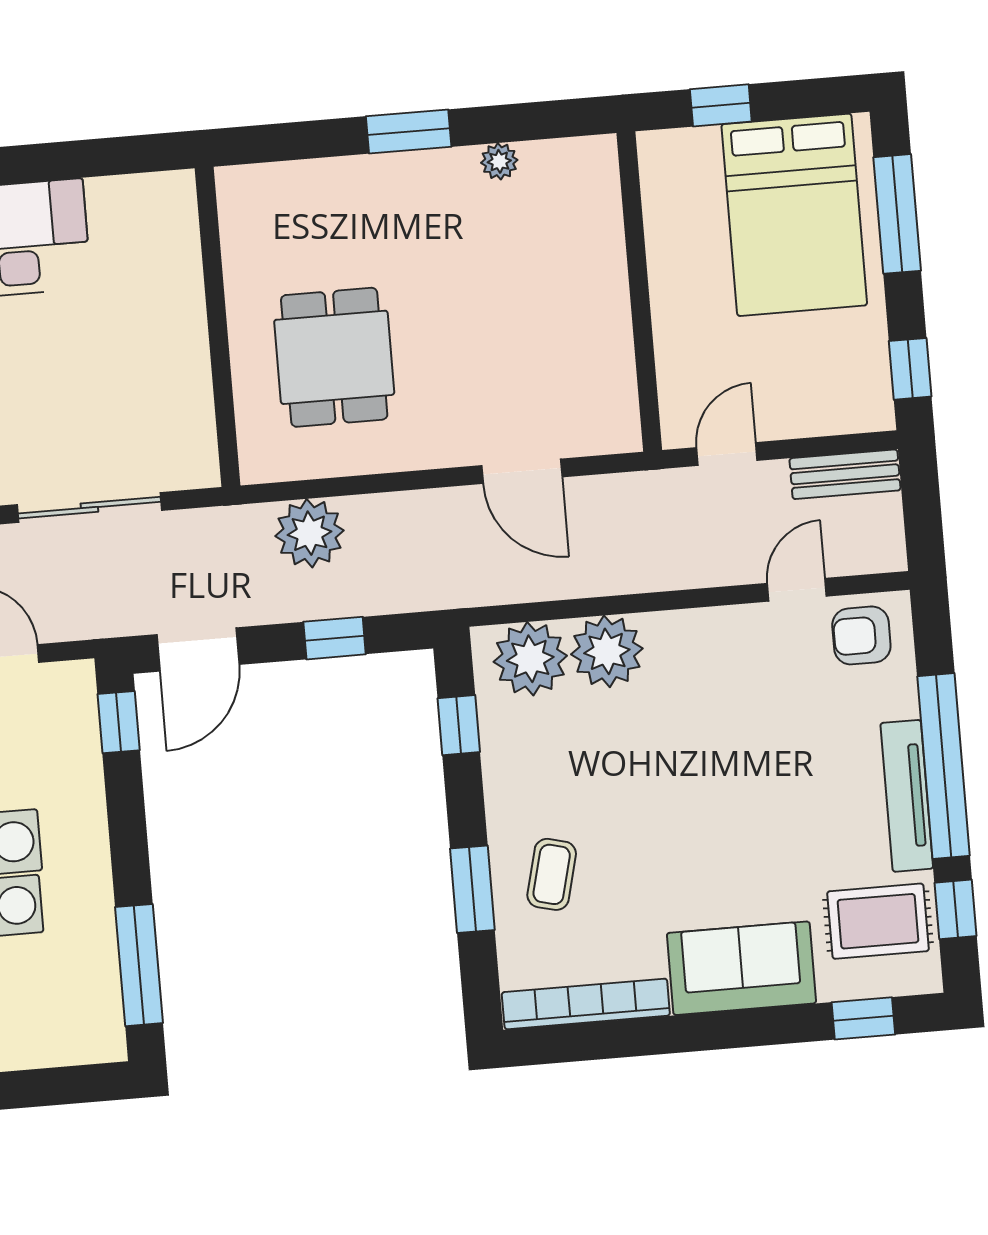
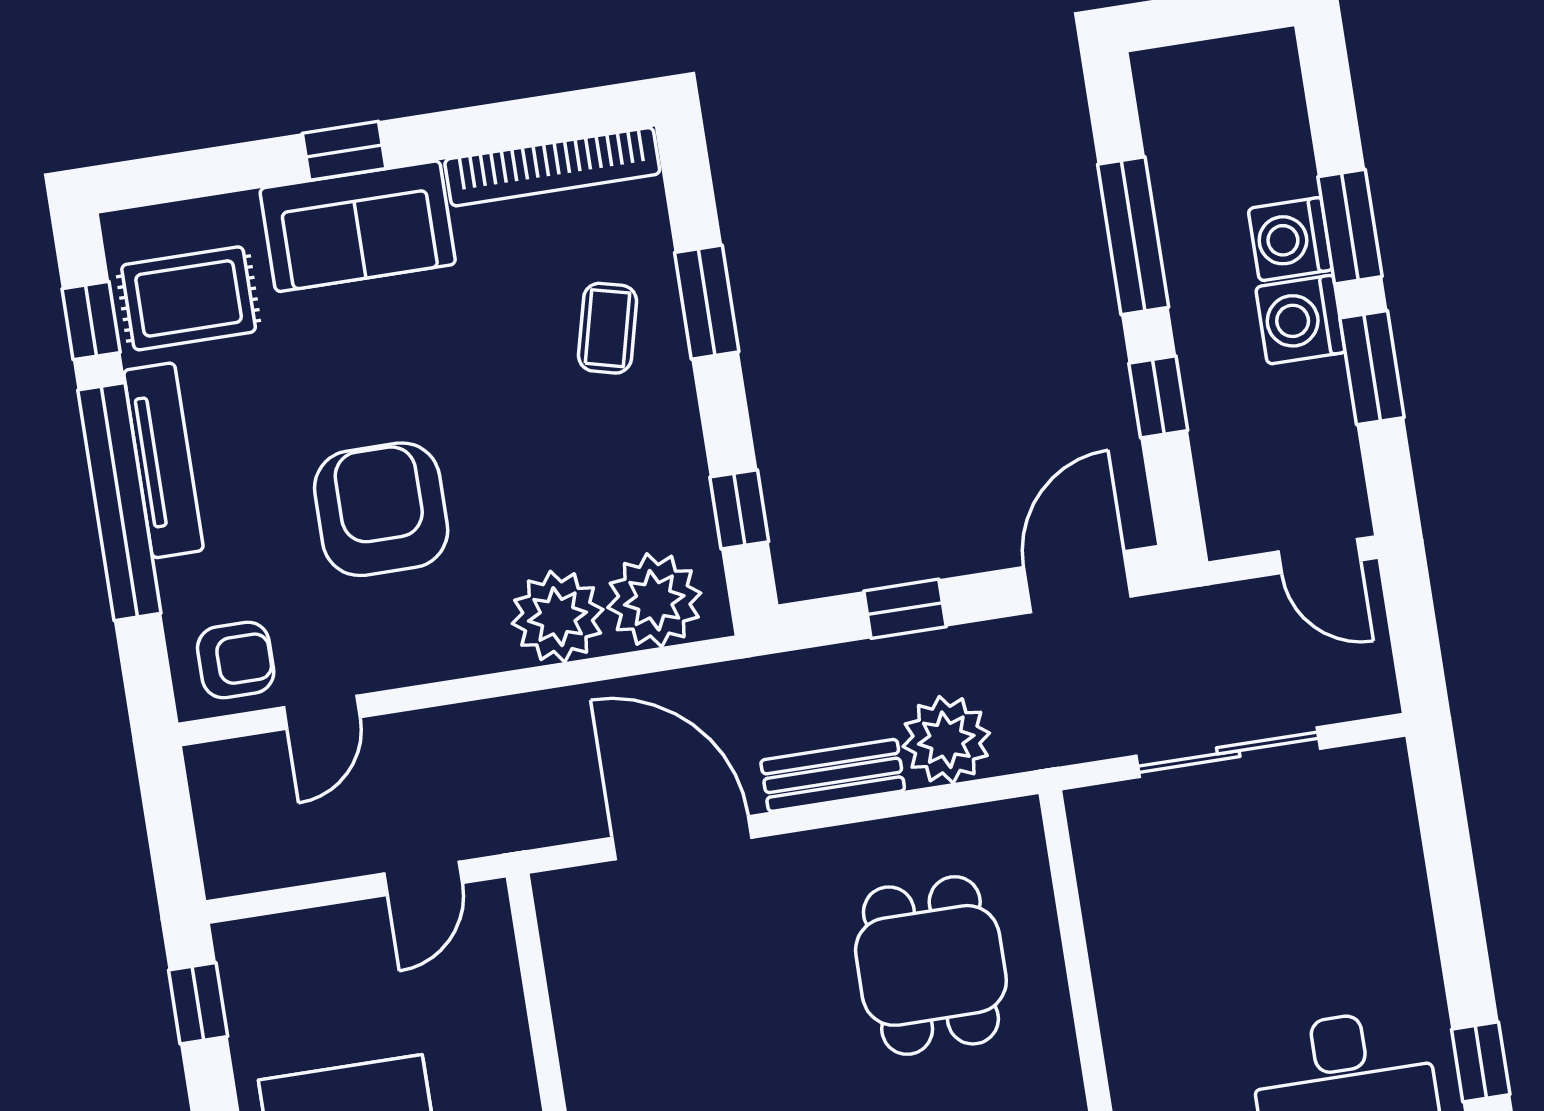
door: (522, 471) -> (682, 838), width x1.36
bench: (845, 474) -> (833, 775), moved
window: (119, 722) -> (1158, 397), moved
armchair: (739, 745) -> (381, 509), added
window: (139, 965) -> (1133, 236), moved
window: (863, 1018) -> (344, 151), moved

